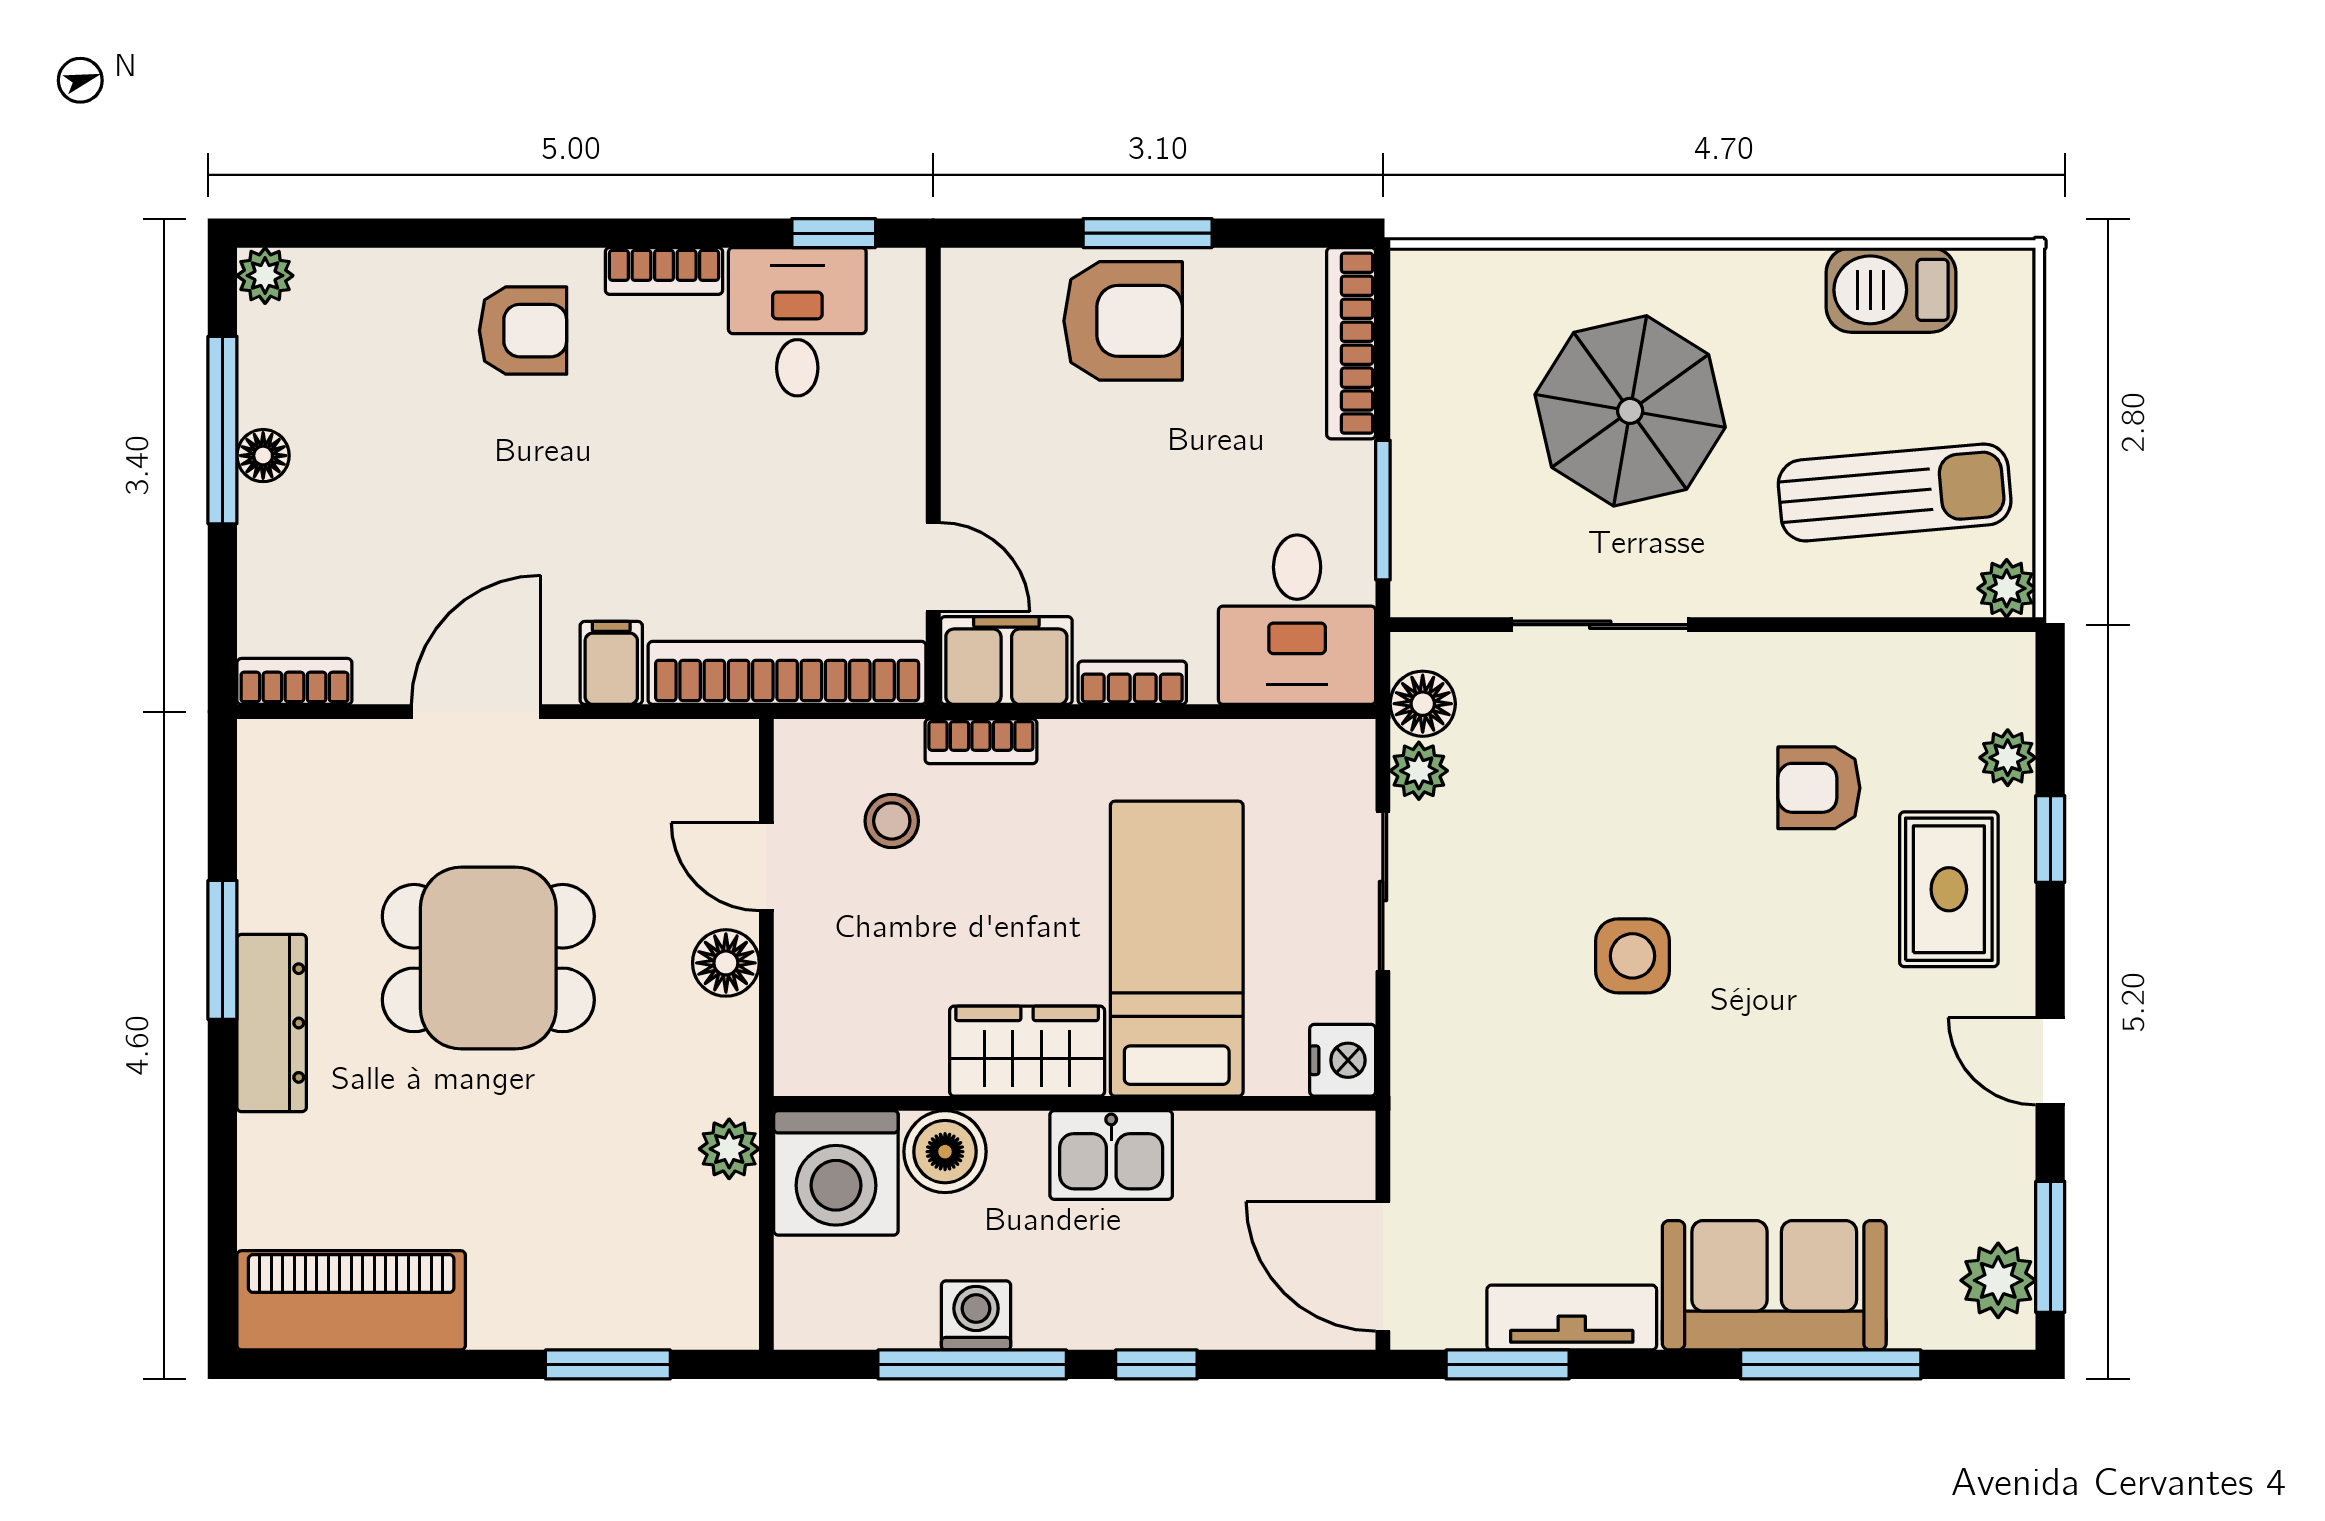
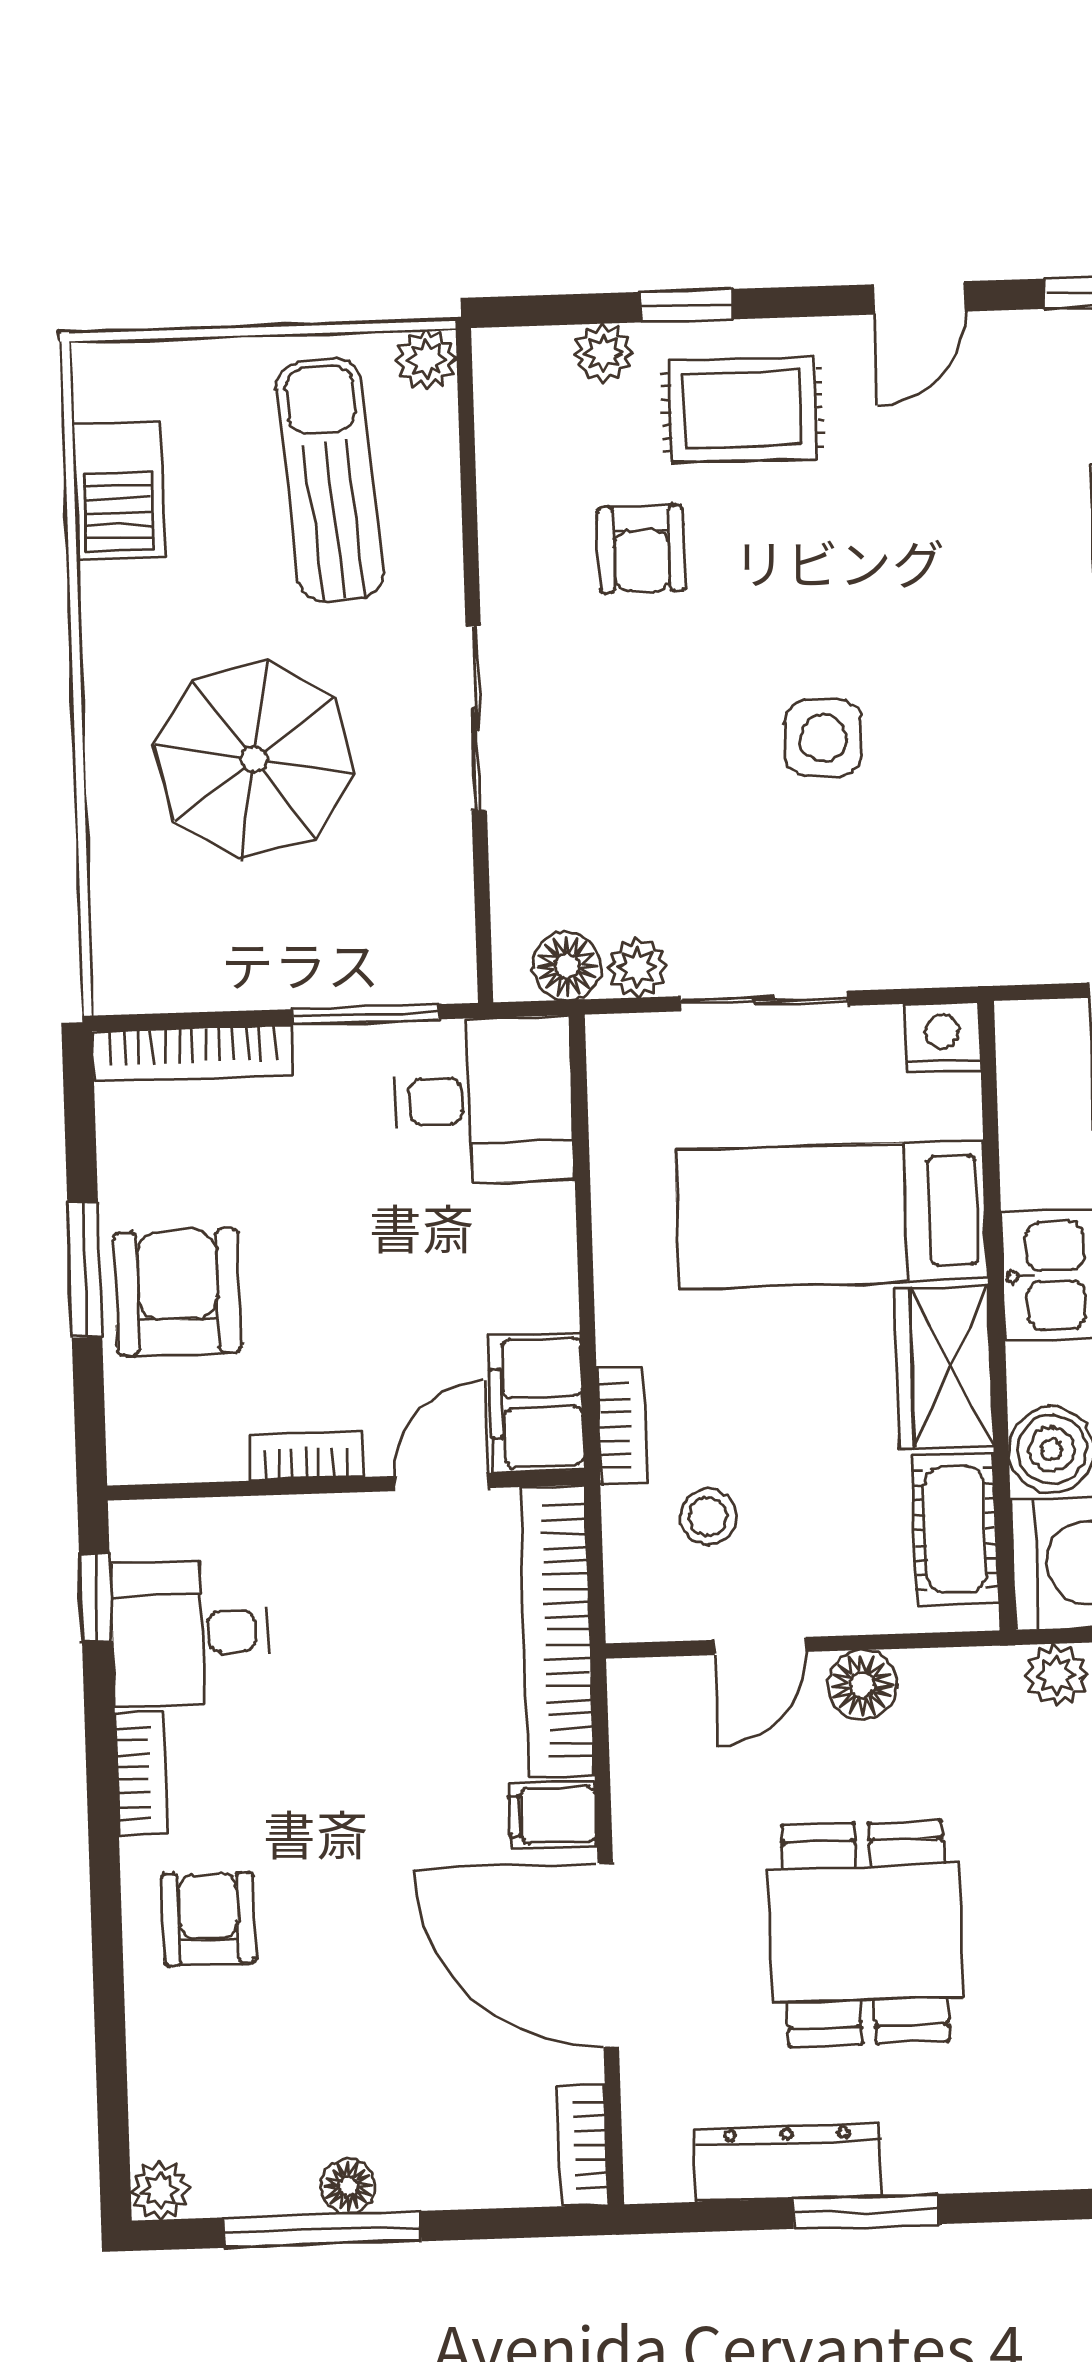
sliding door: (1600, 625) -> (476, 719), moved
bookcase: (1132, 683) -> (306, 1456), moved, turned 90
door: (476, 712) -> (608, 1955), width x1.36
dresser: (272, 1023) -> (788, 2162), moved
cot: (872, 1057) -> (955, 1529), added

